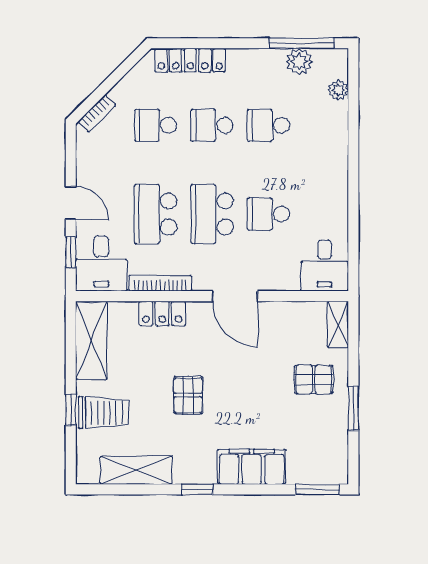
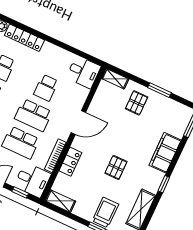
locker: (336, 138) -> (24, 38), added
shelving: (91, 340) -> (60, 201), width x0.67, depth x0.75
pallet: (188, 395) -> (116, 167), turned 90

